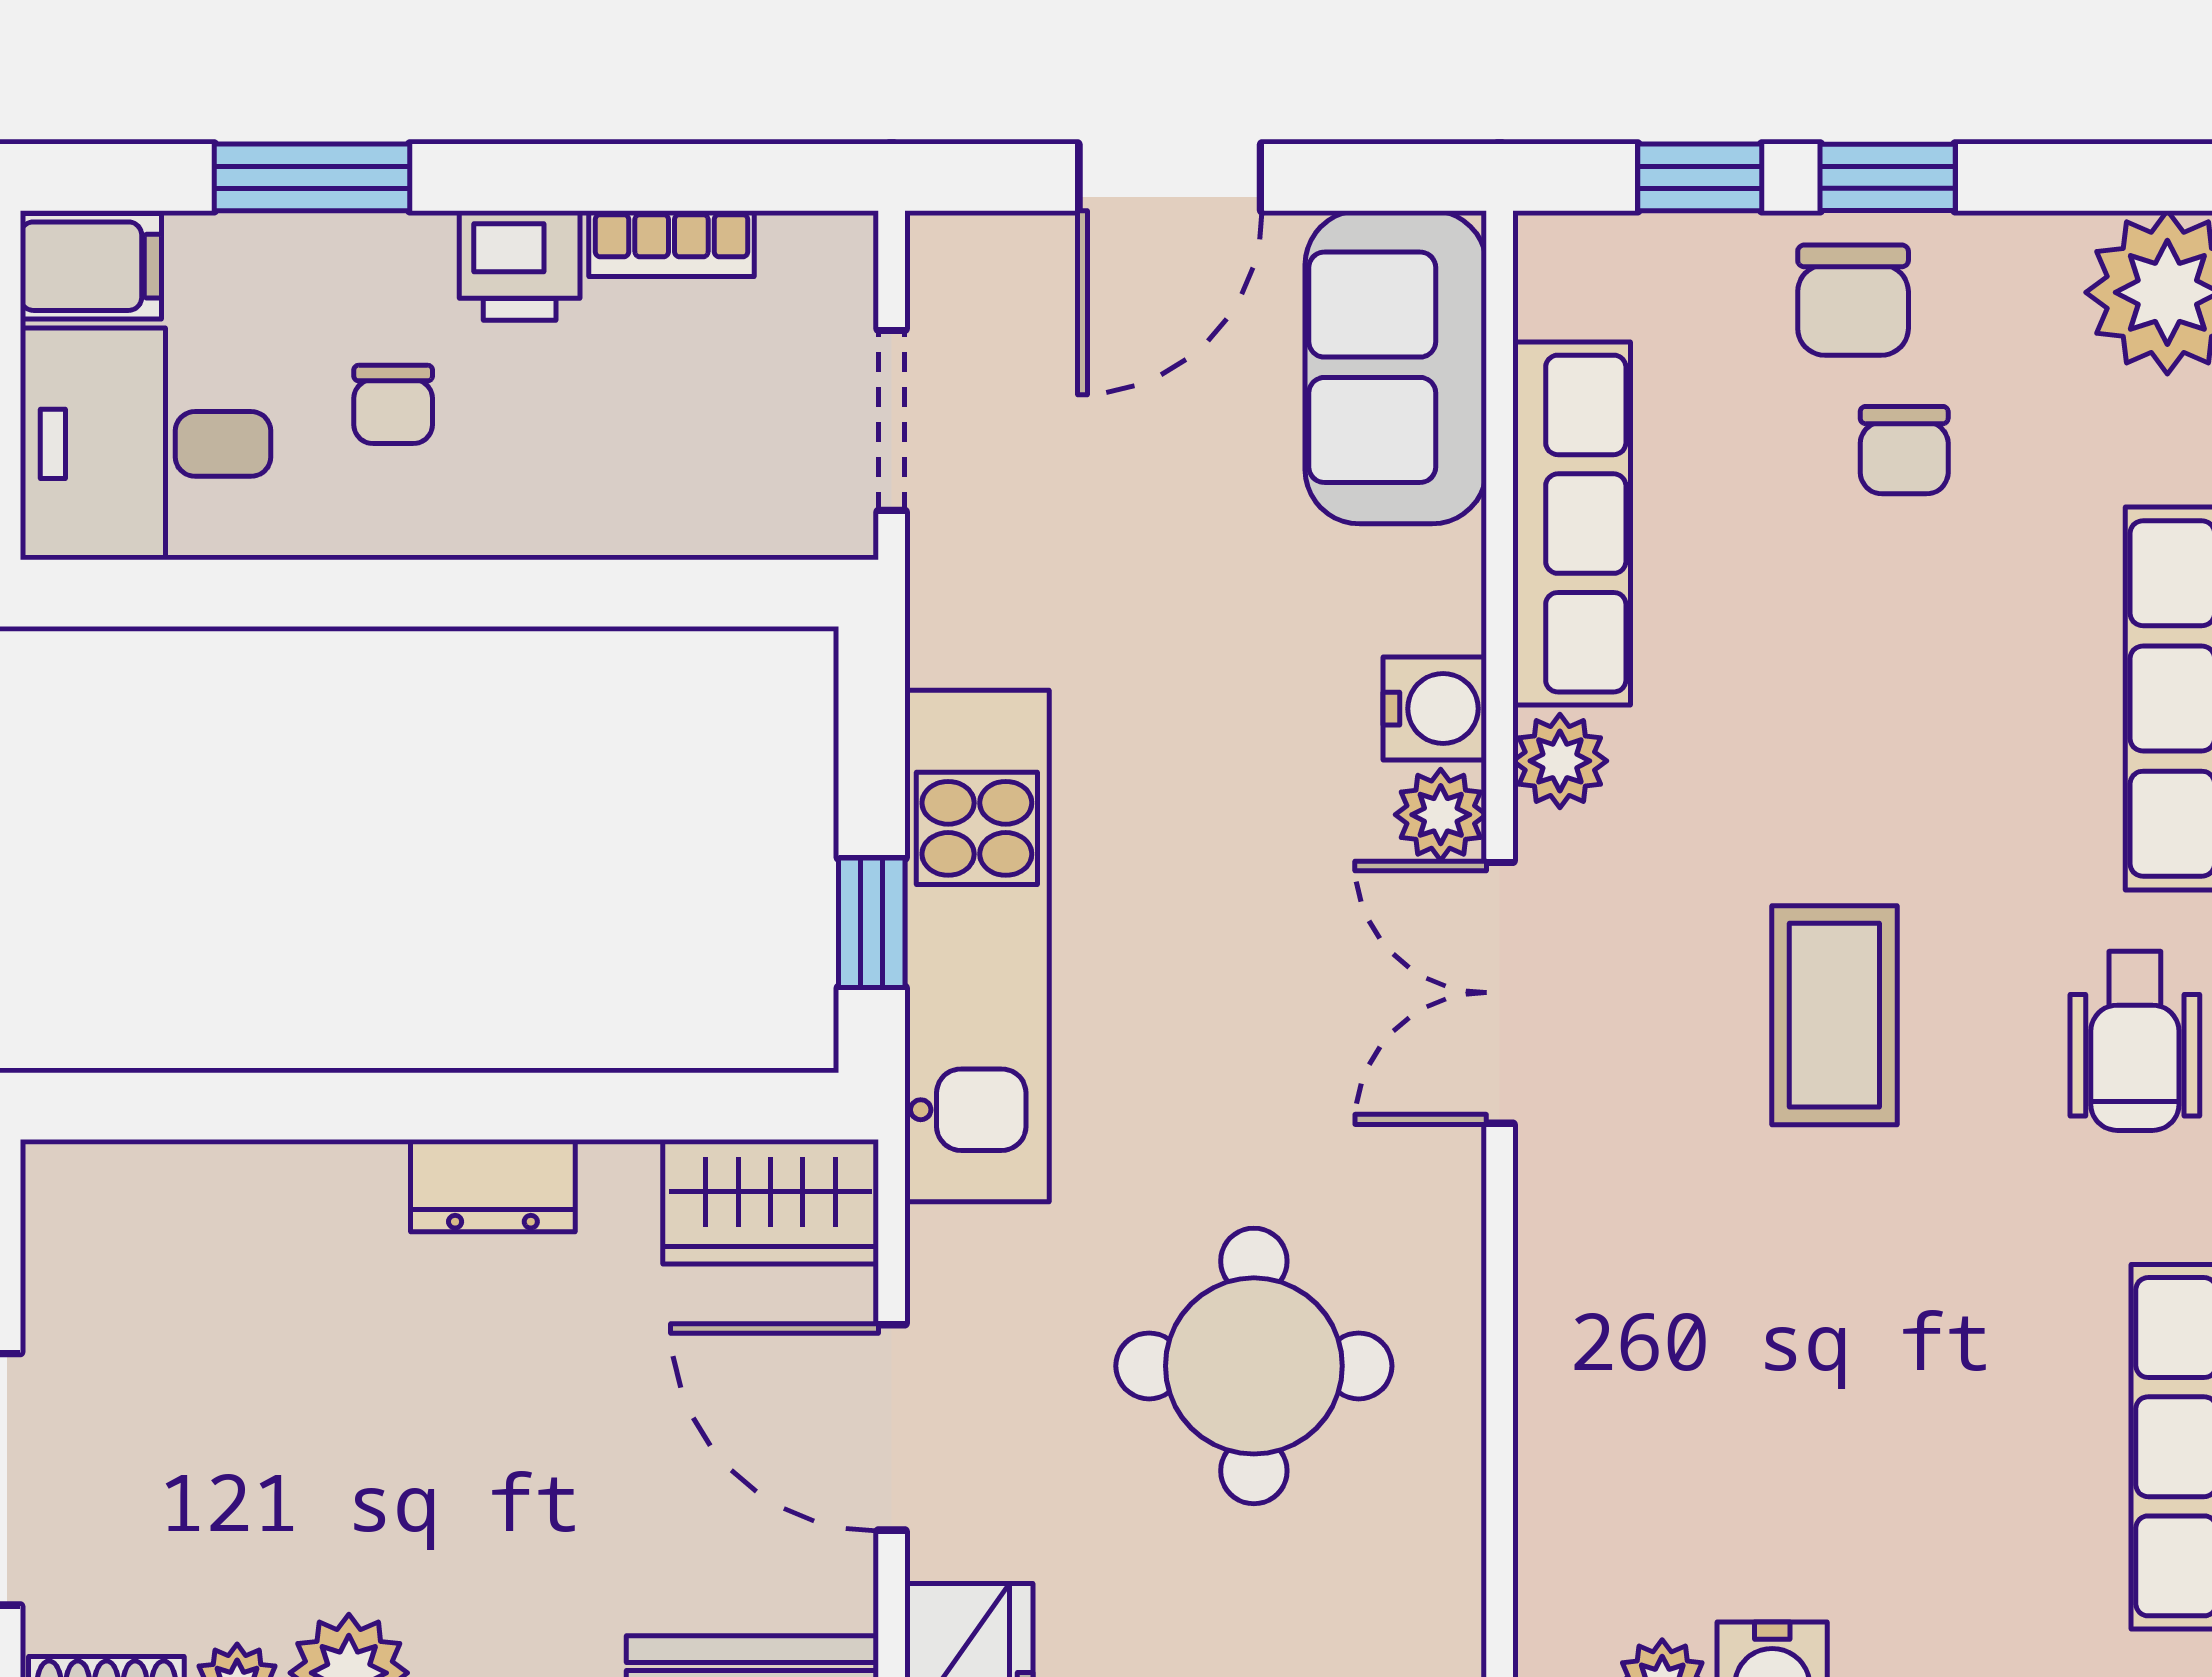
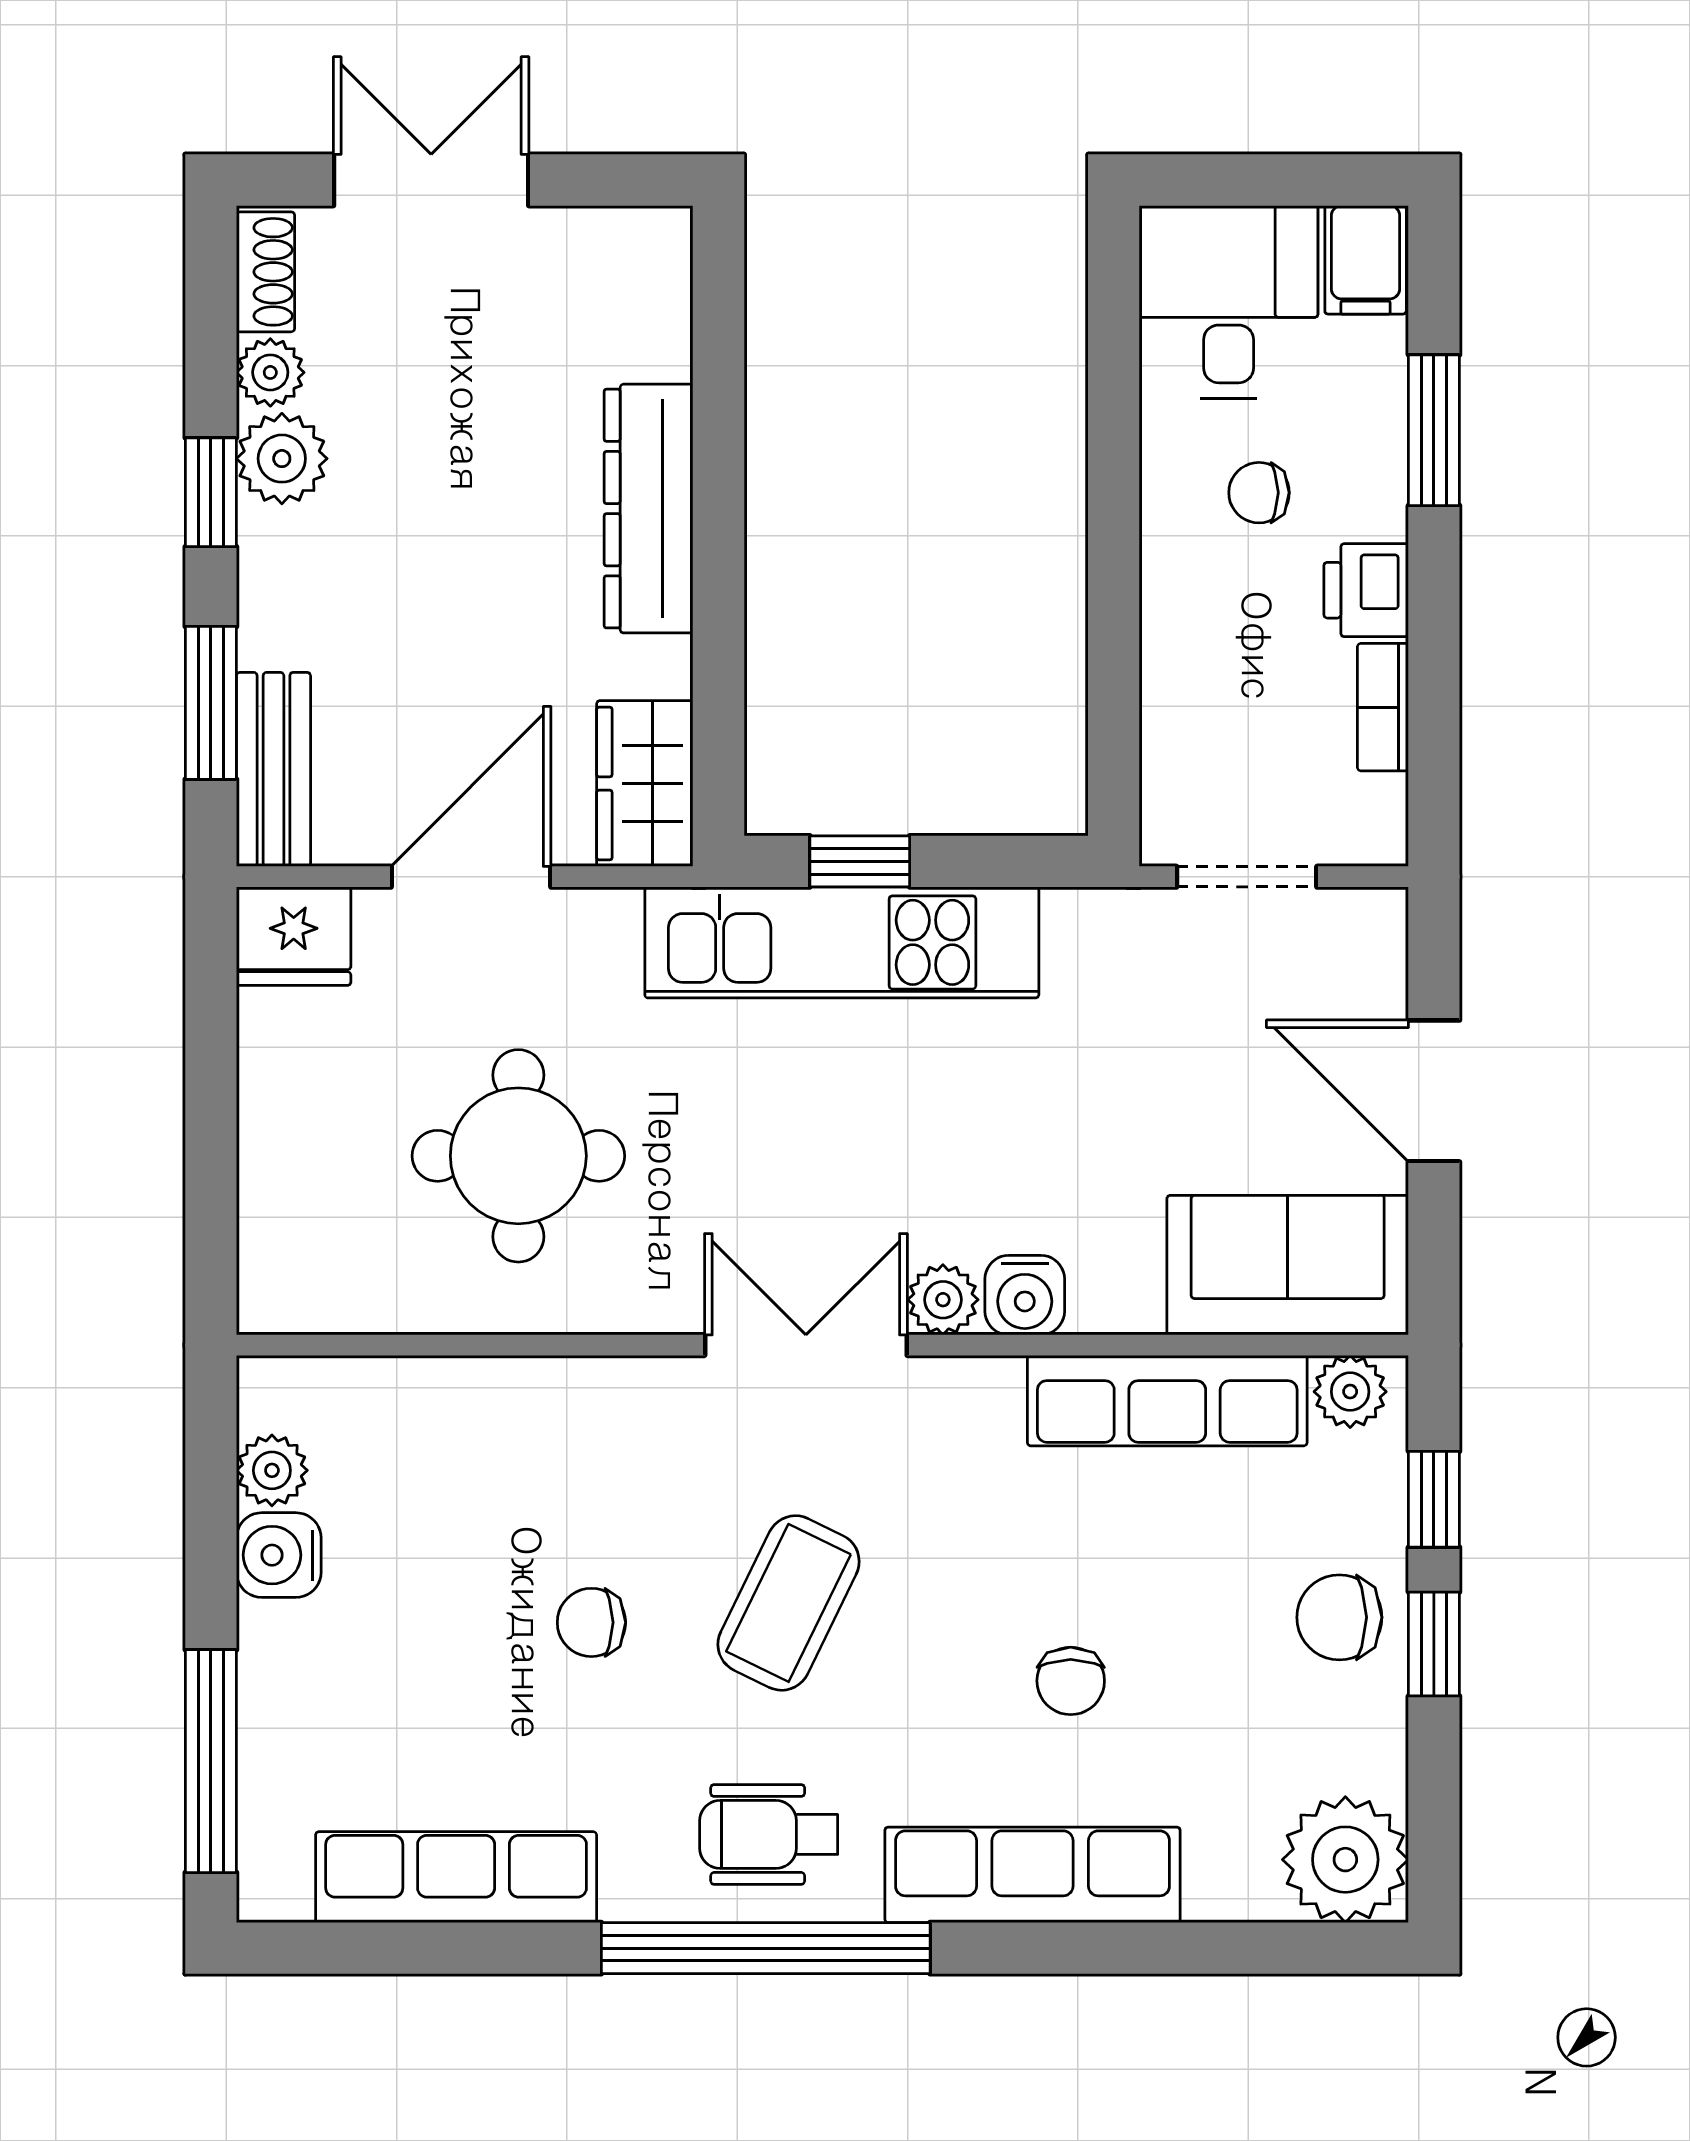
chair: (1904, 450) -> (1071, 1681), moved, turned -90
plant: (1560, 761) -> (1350, 1392), moved
coffee table: (1834, 1015) -> (789, 1603), turned -64
dresser: (493, 1186) -> (649, 509), width x1.96, depth x1.24
chair: (1860, 1271) -> (591, 1622), added

